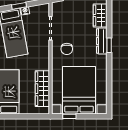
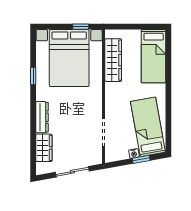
window: (109, 45) -> (33, 76), moved
chair: (67, 49) -> (84, 108), removed

